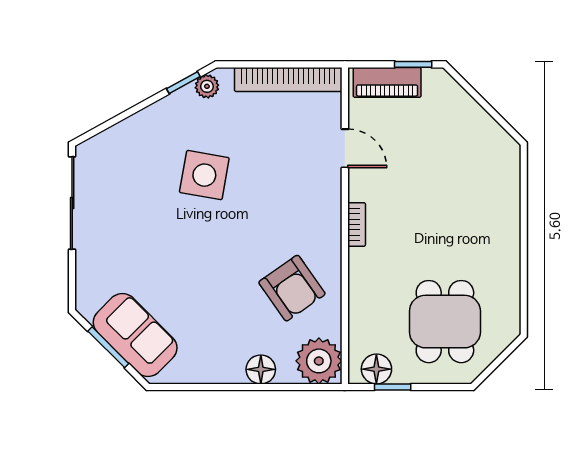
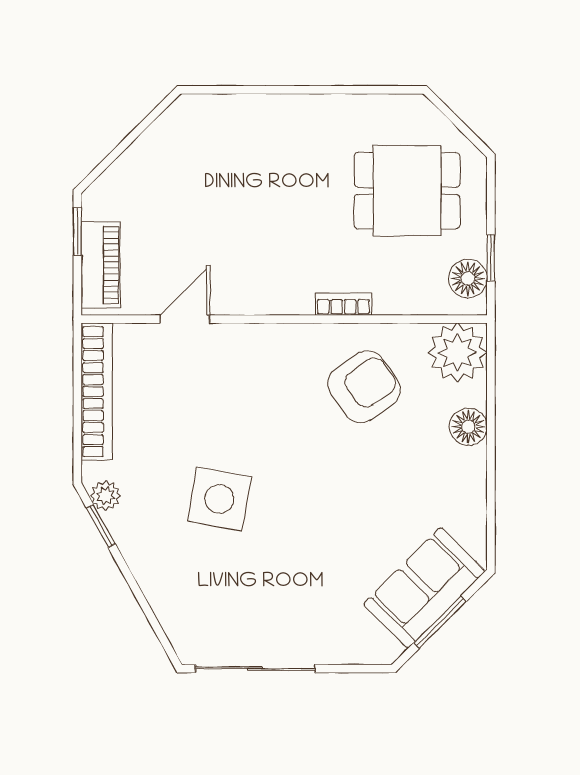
bookcase: (357, 224) -> (343, 304), moved

